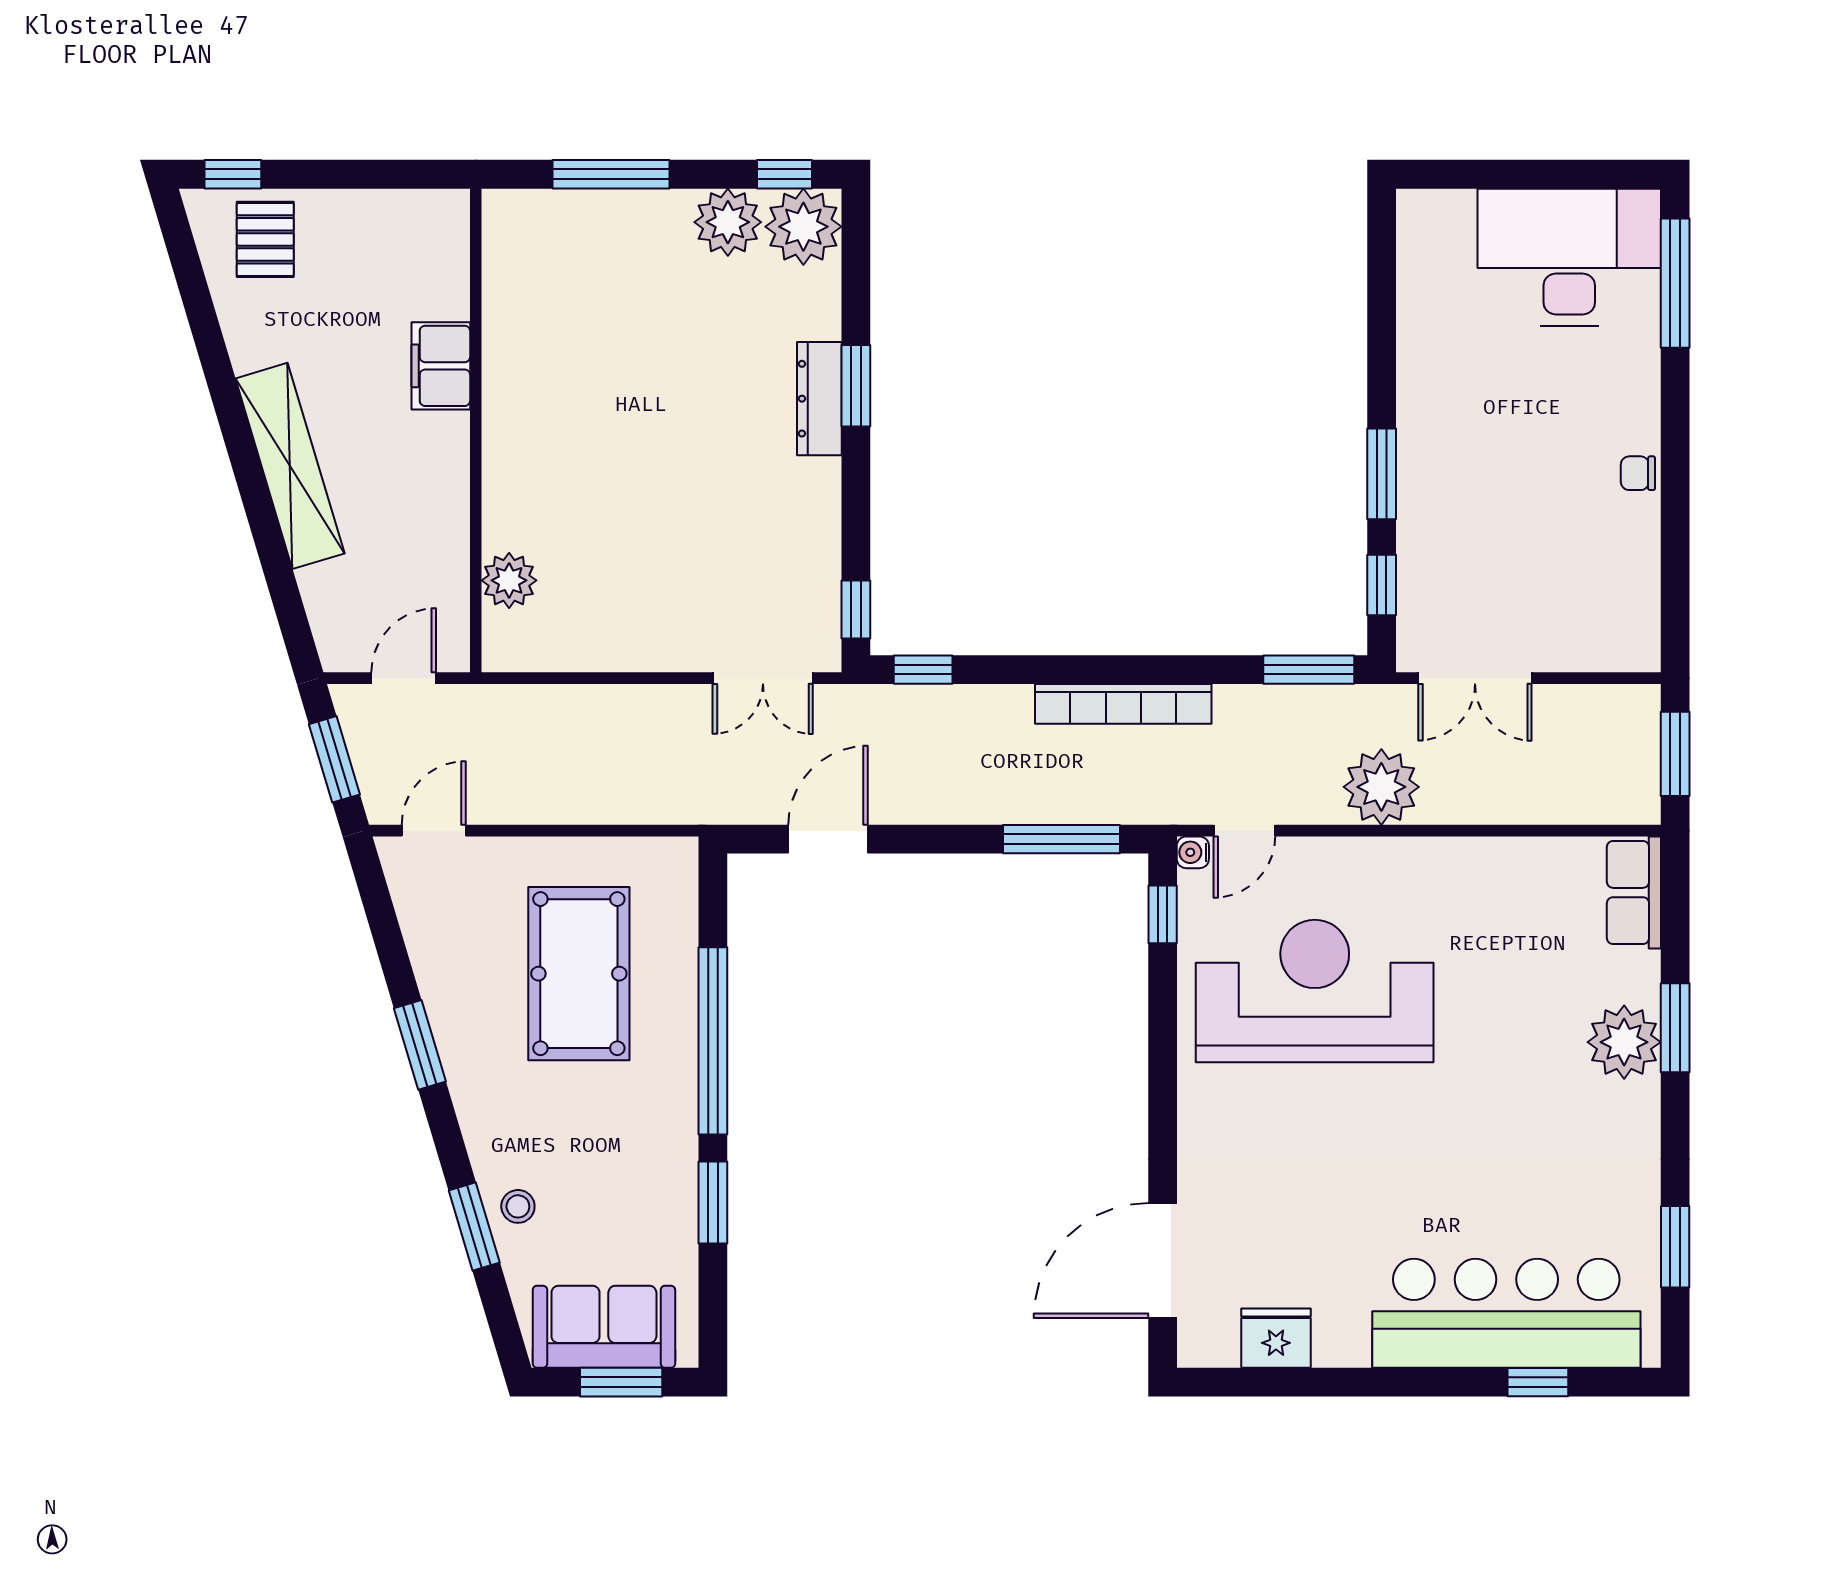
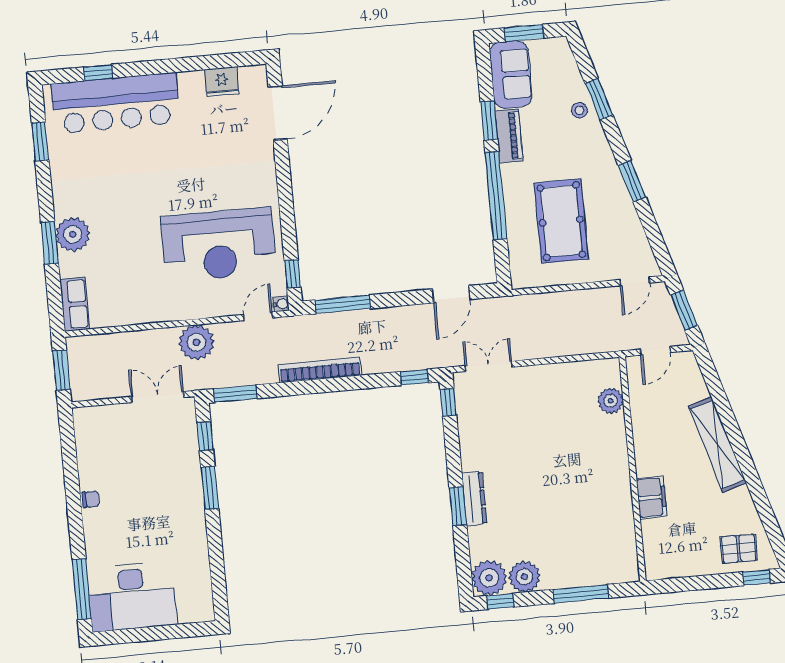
pallet: (265, 239) -> (739, 549), turned 90
piano: (674, 1166) -> (509, 136), added
sofa: (604, 1327) -> (511, 74), moved, turned -90

